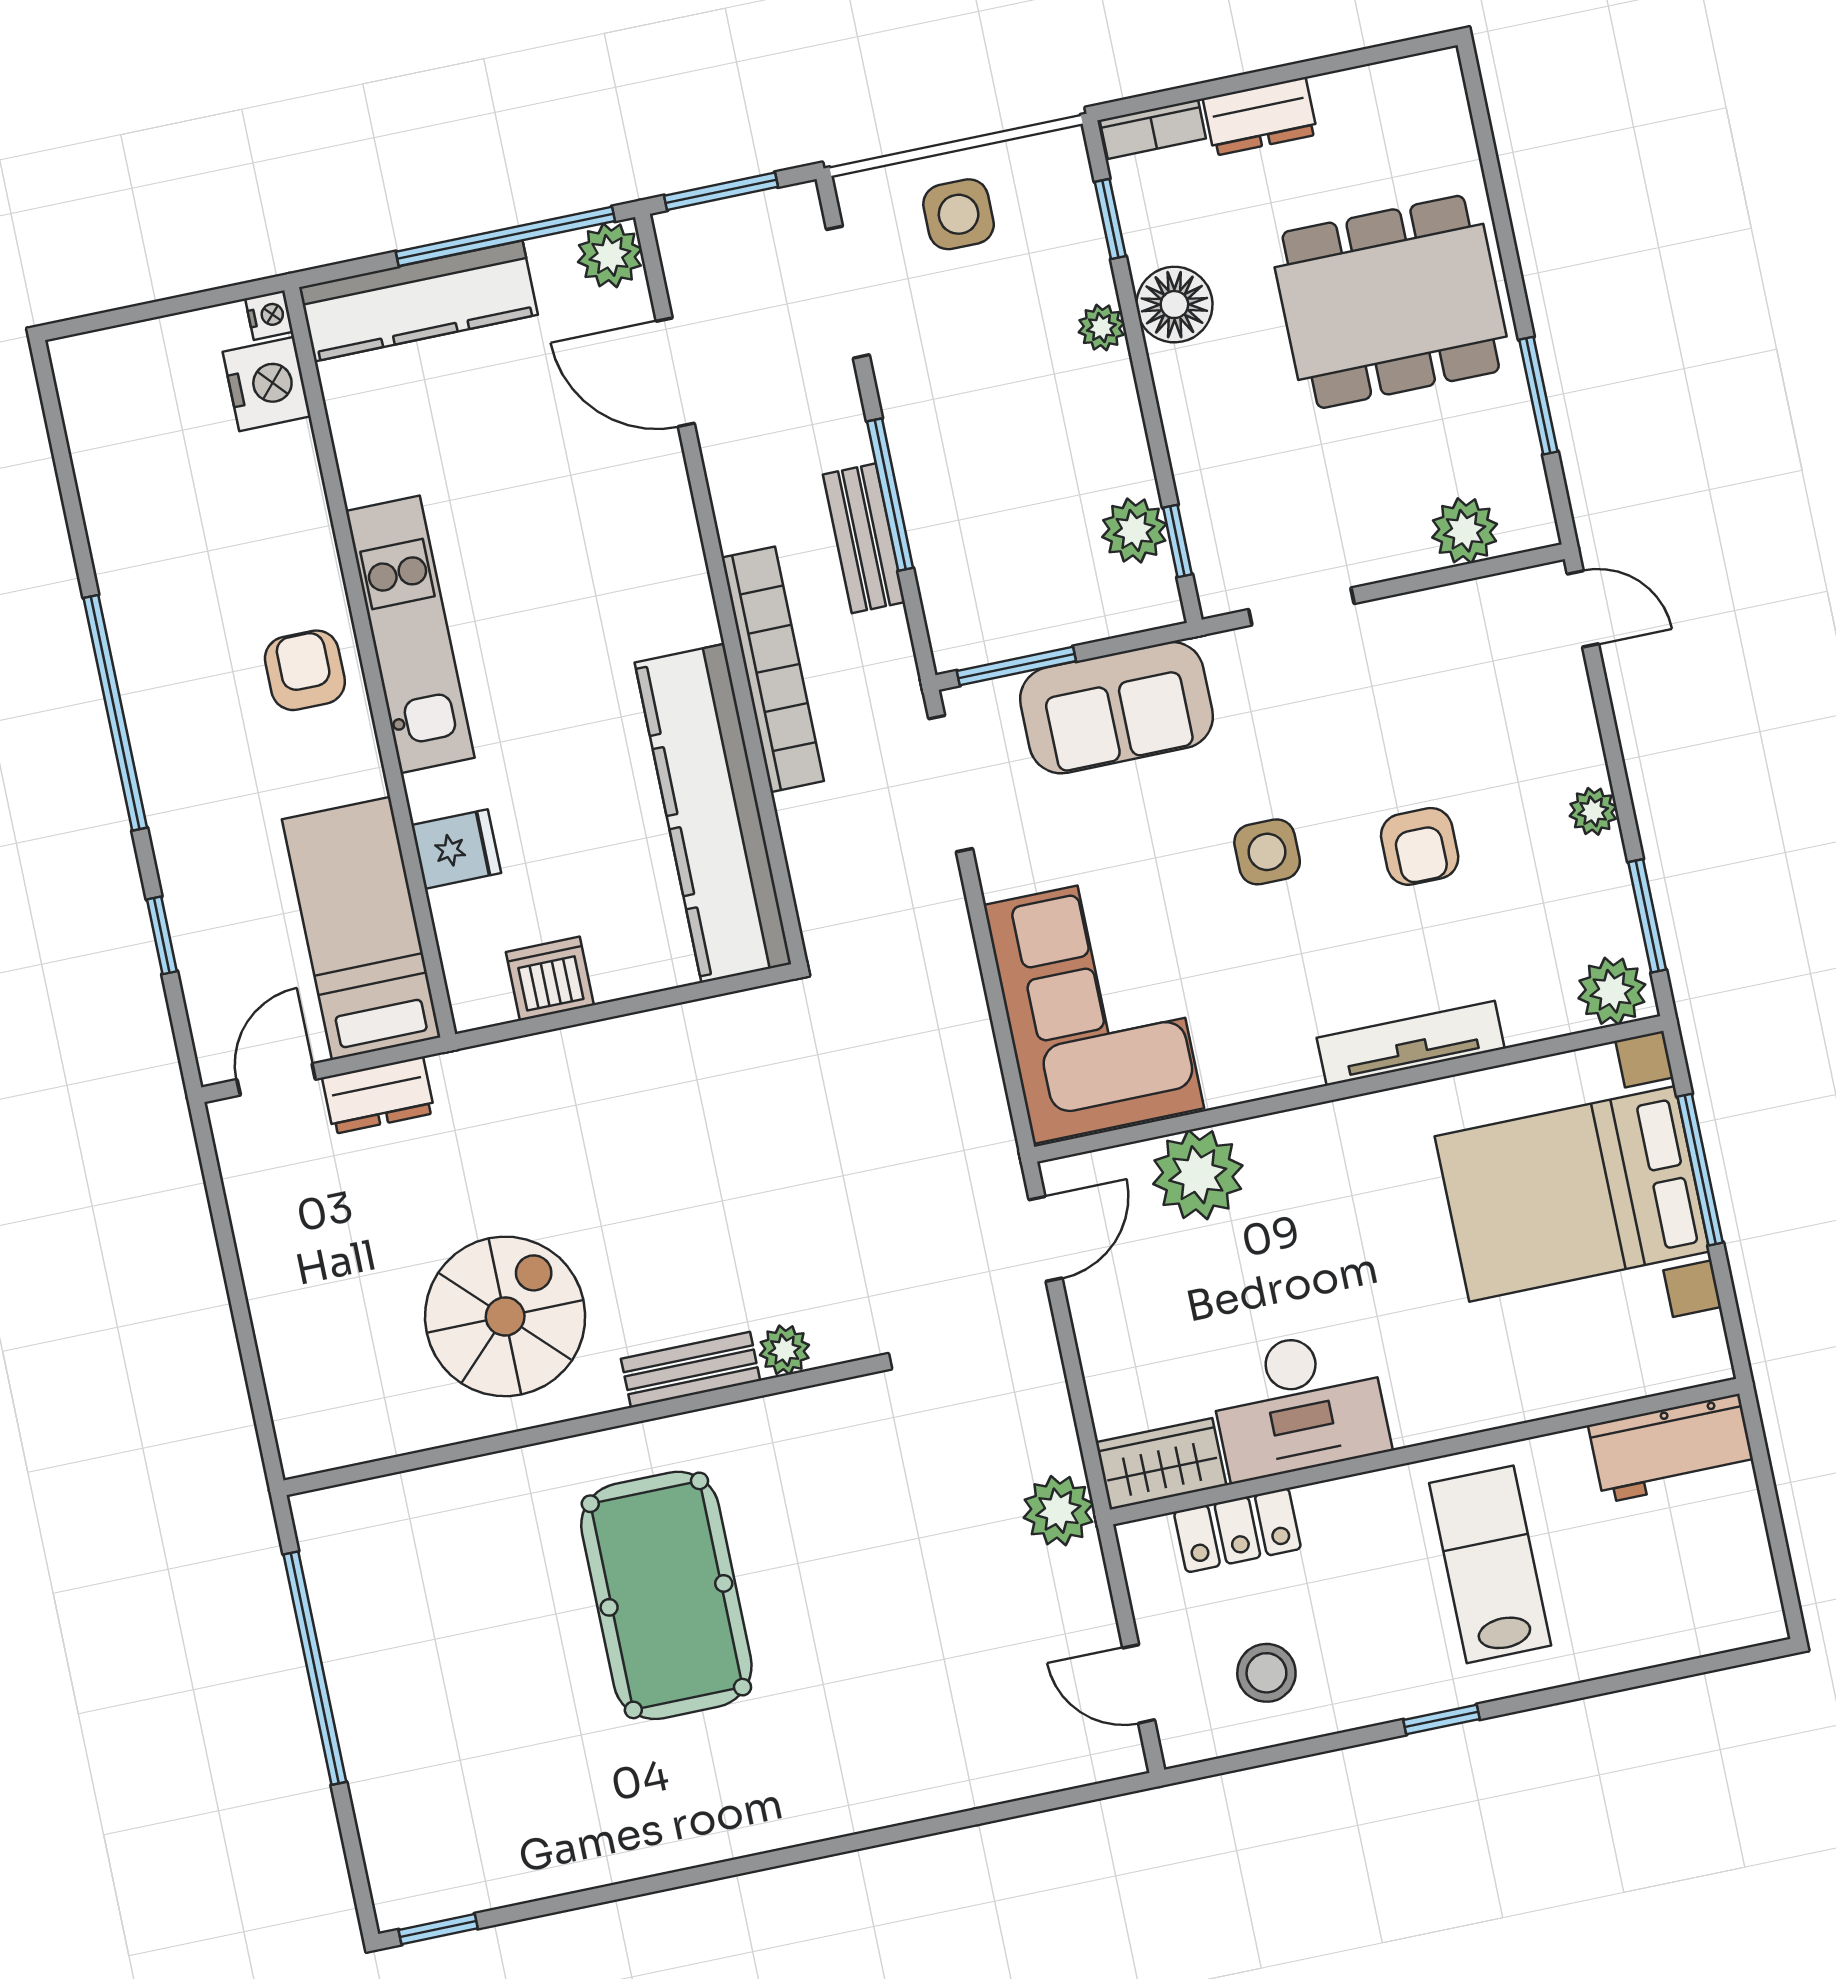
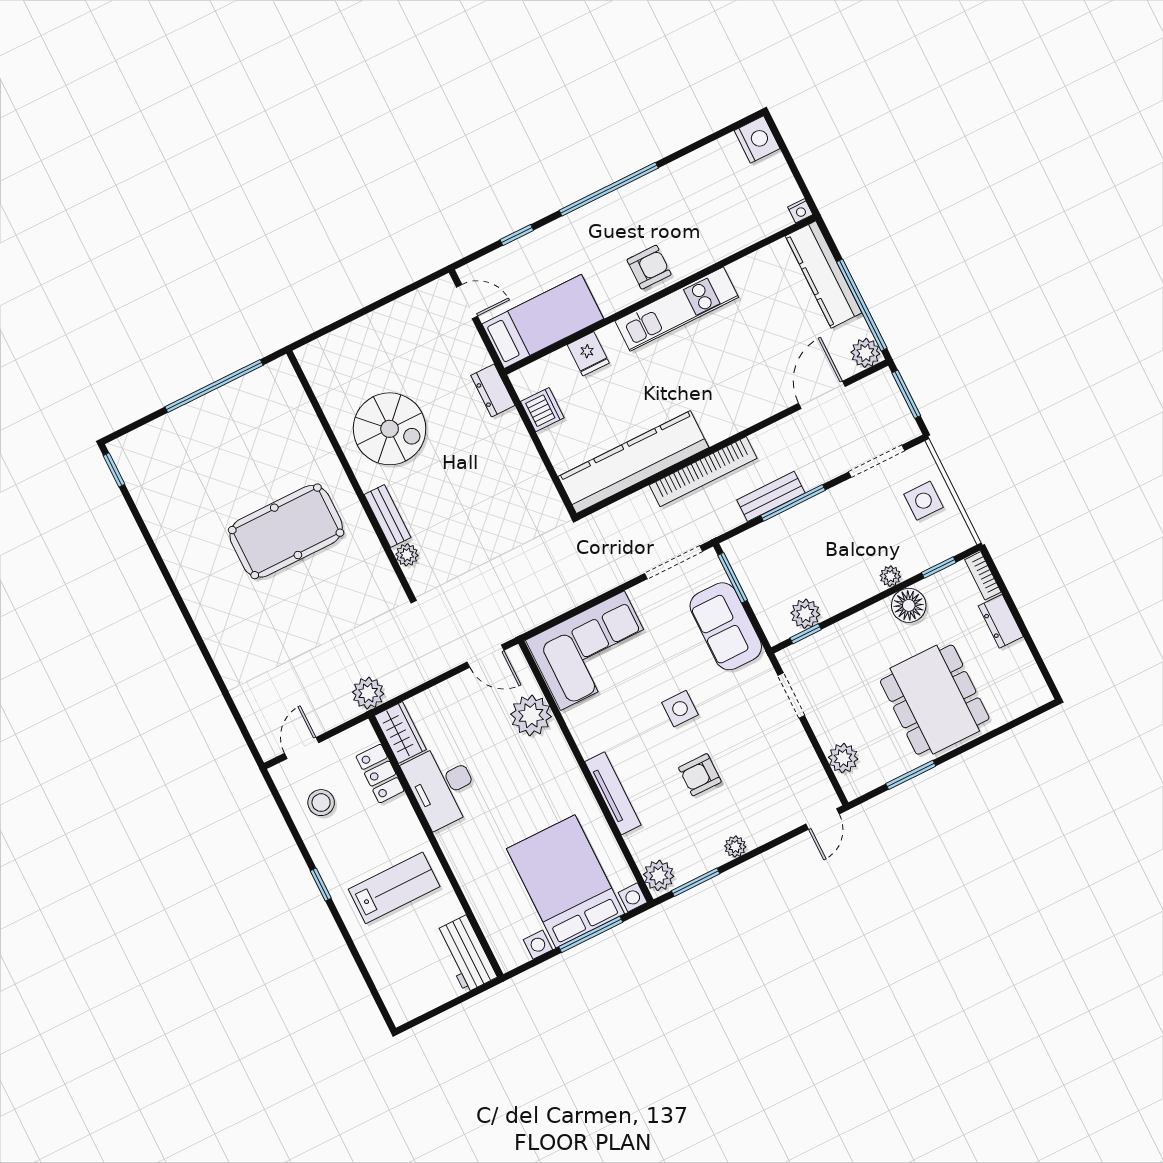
nightstand: (267, 384) -> (757, 140), moved, turned -90
dresser: (378, 1095) -> (493, 390), moved

